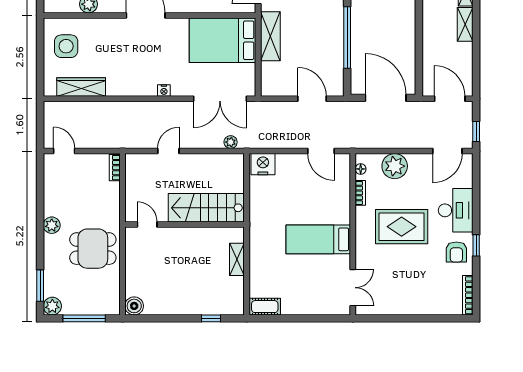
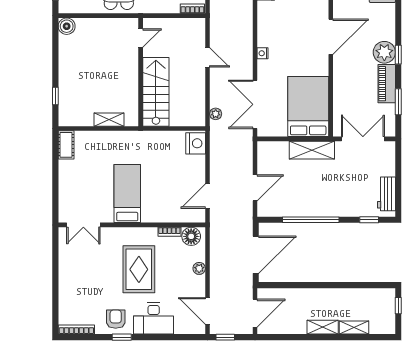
plant: (395, 166) -> (199, 268), width x0.53, depth x0.53
floor lamp: (361, 169) -> (191, 236), width x1.89, depth x1.89
armchair: (456, 252) -> (116, 319), turned 90

